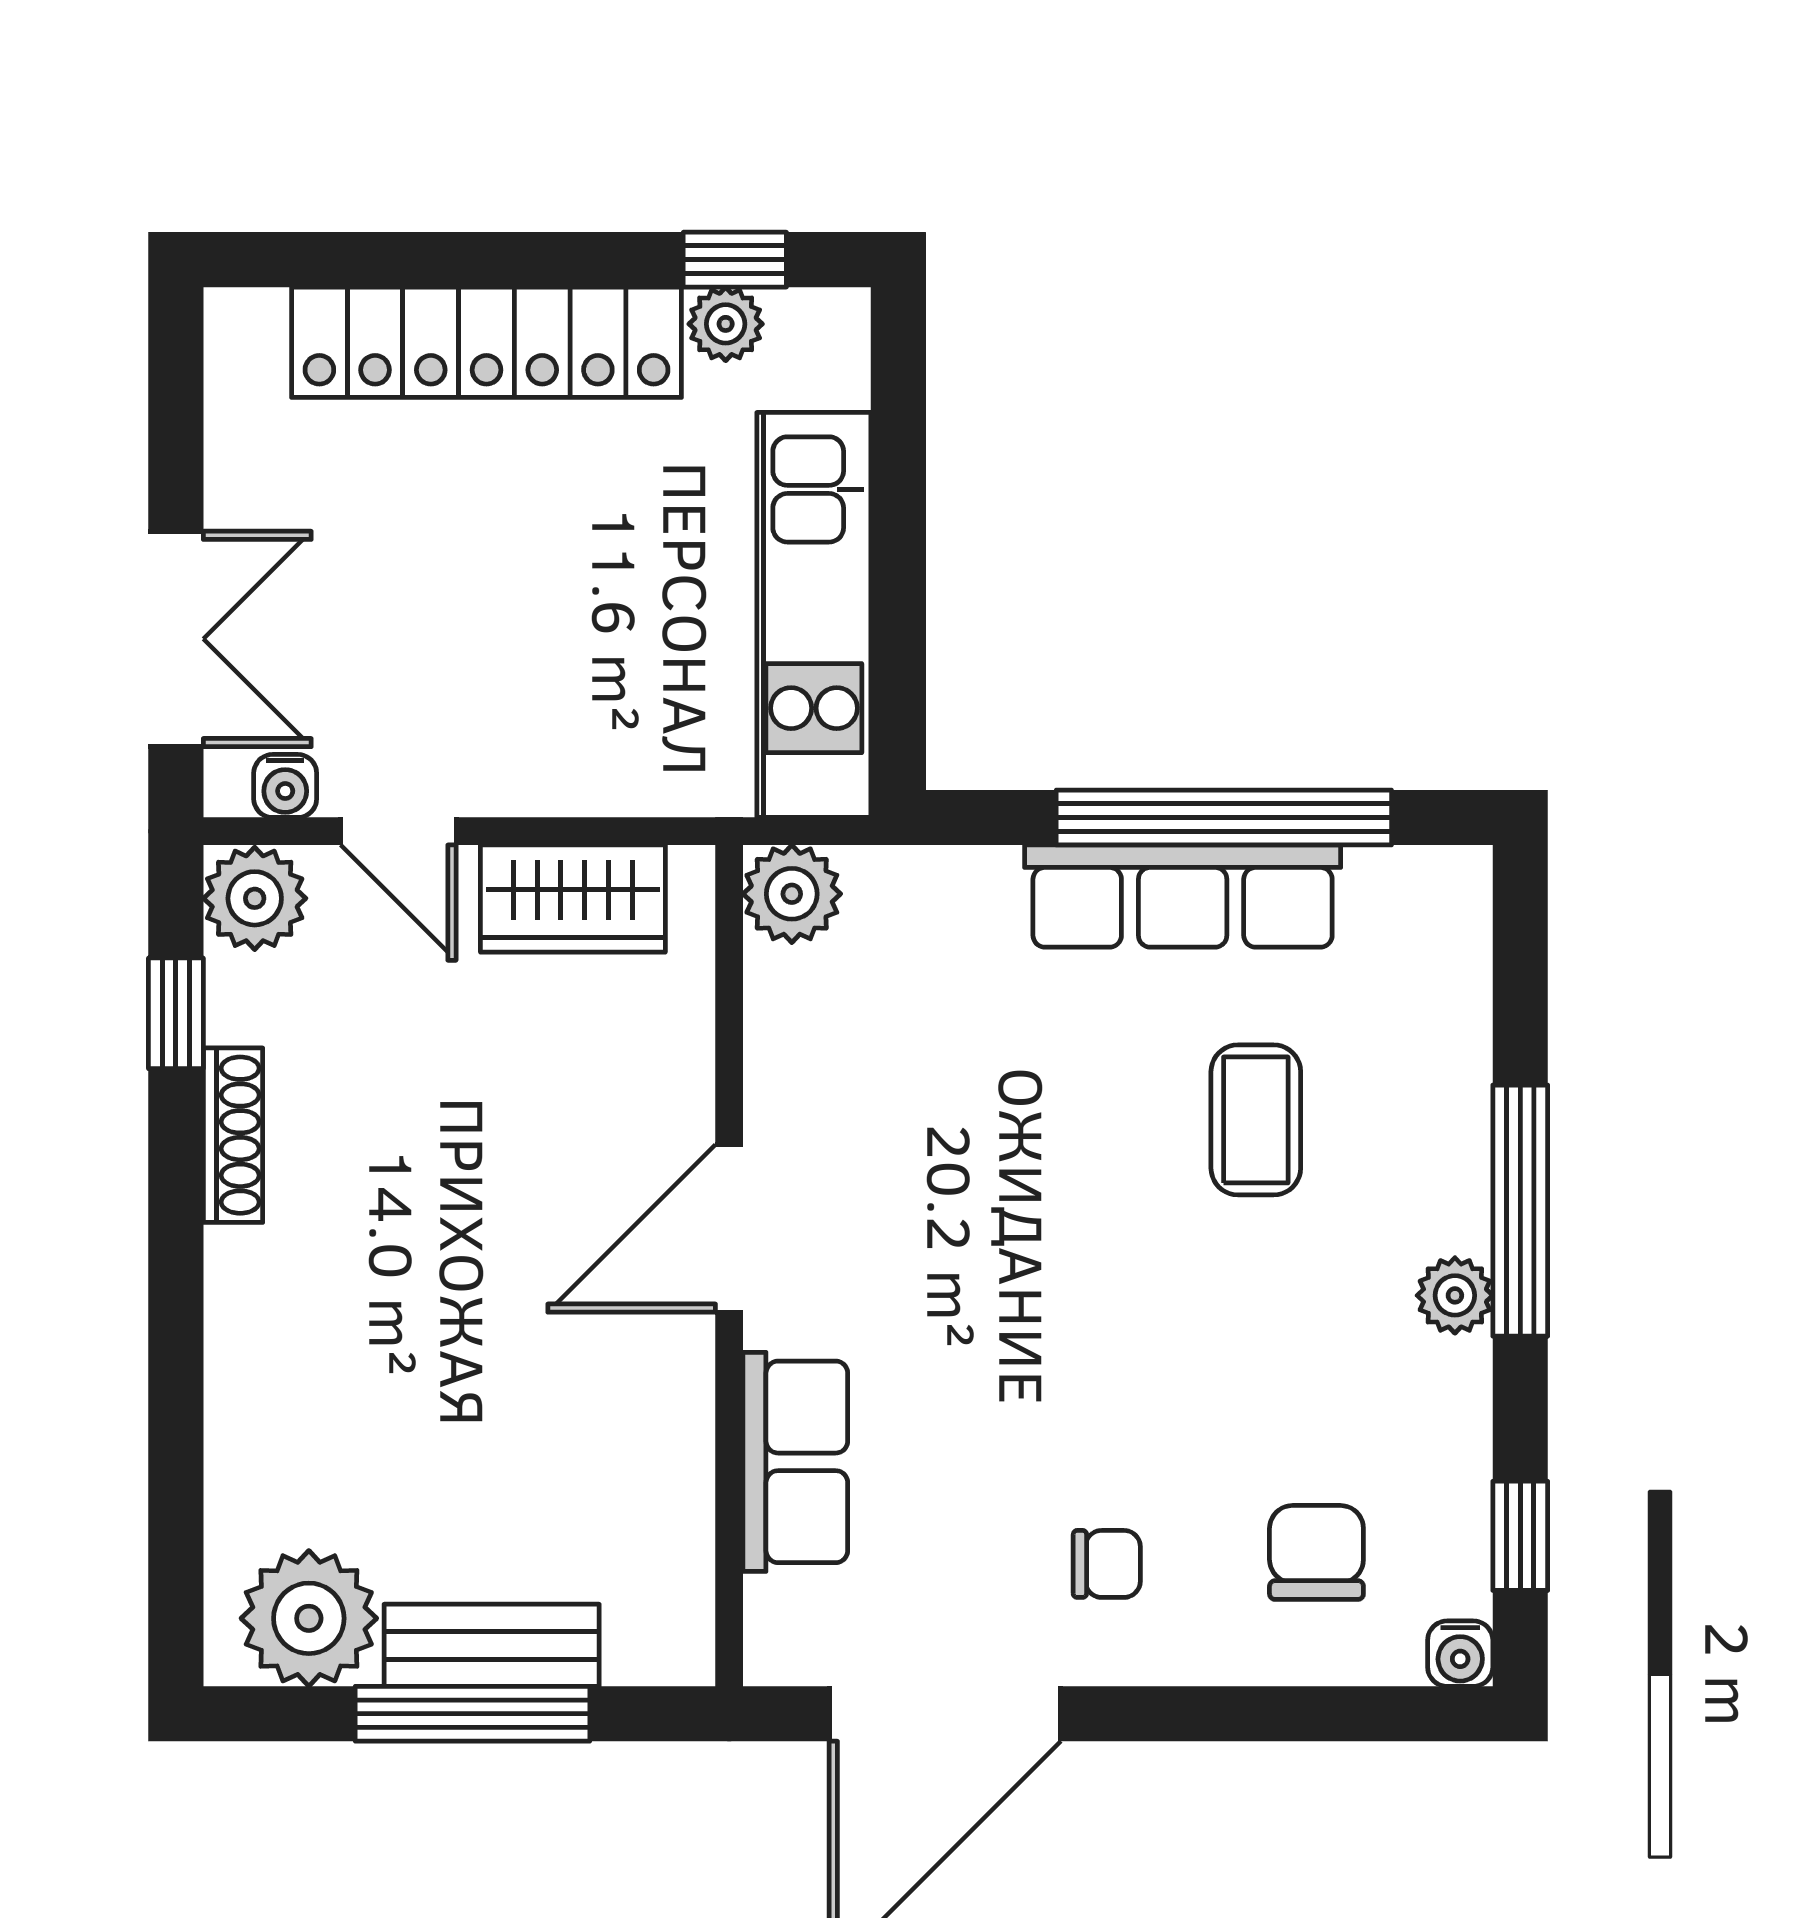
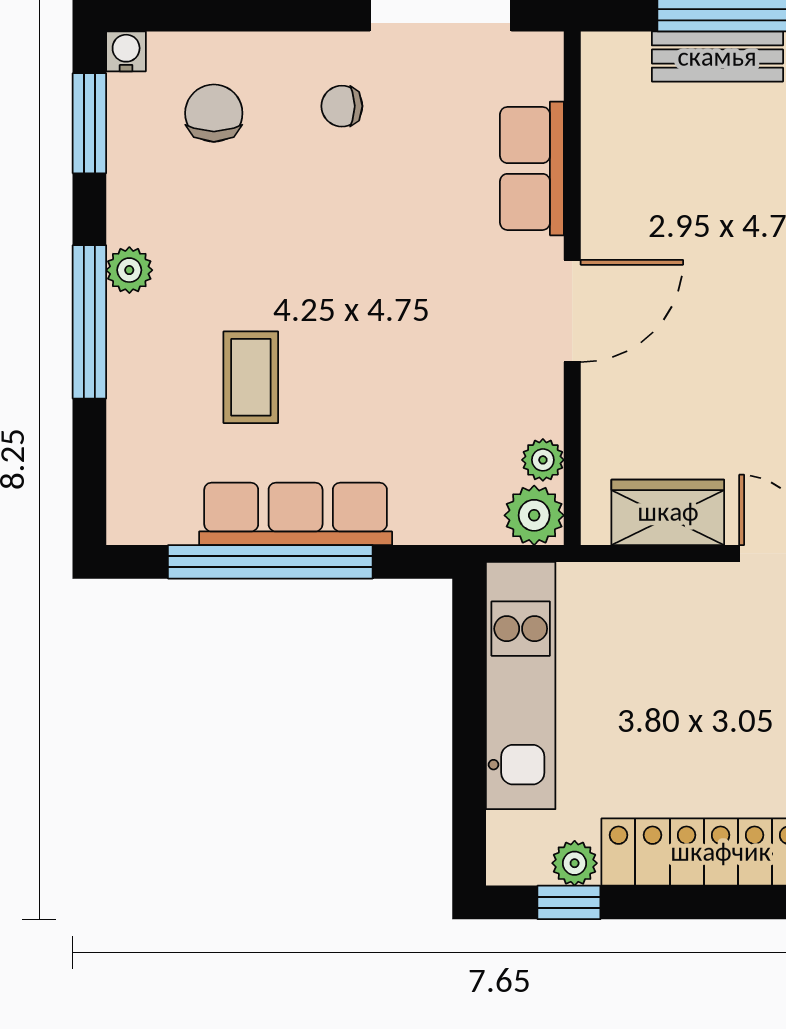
plant: (777, 984) -> (543, 460), added
window: (1520, 1536) -> (89, 123), width x1.50
chair: (1316, 1552) -> (214, 113), turned 180

